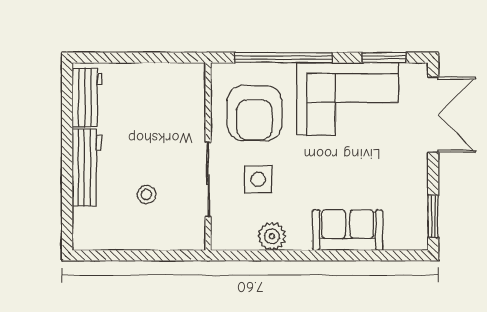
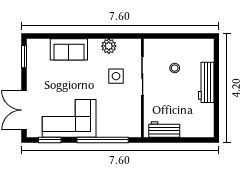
workbench: (87, 98) -> (164, 129), moved, turned 90
armchair: (254, 113) -> (118, 111), removed

